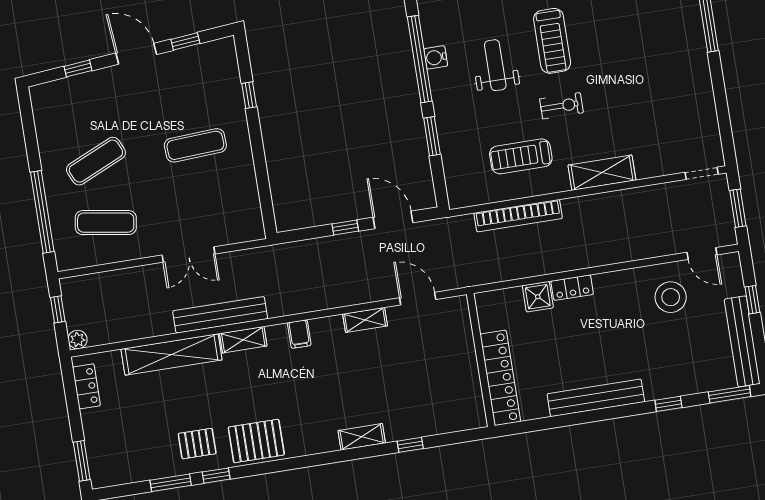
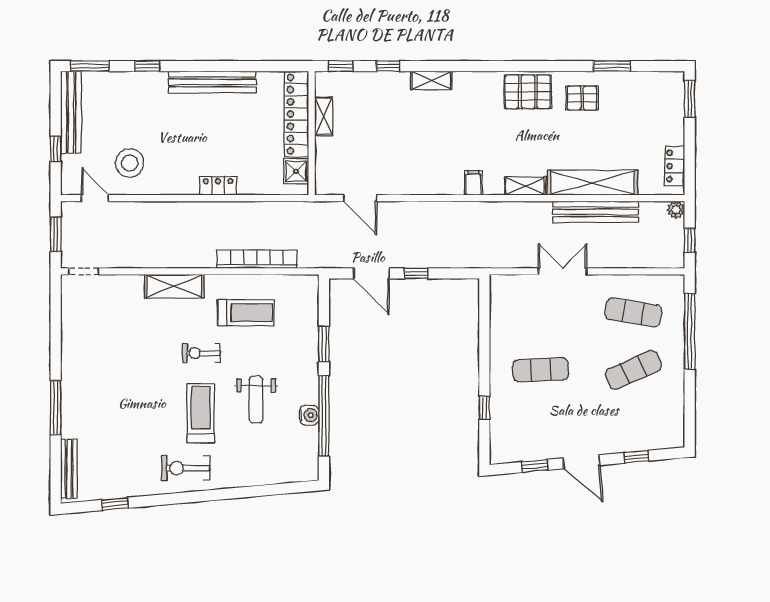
shower: (538, 297) -> (296, 171), moved
bench: (220, 315) -> (595, 212), moved
shelving: (365, 320) -> (323, 116), moved, turned 90
window: (216, 476) -> (341, 66), moved

